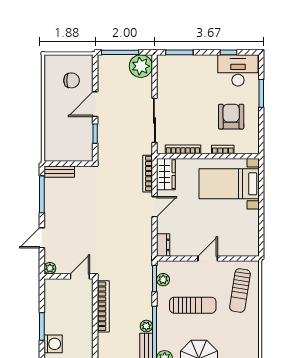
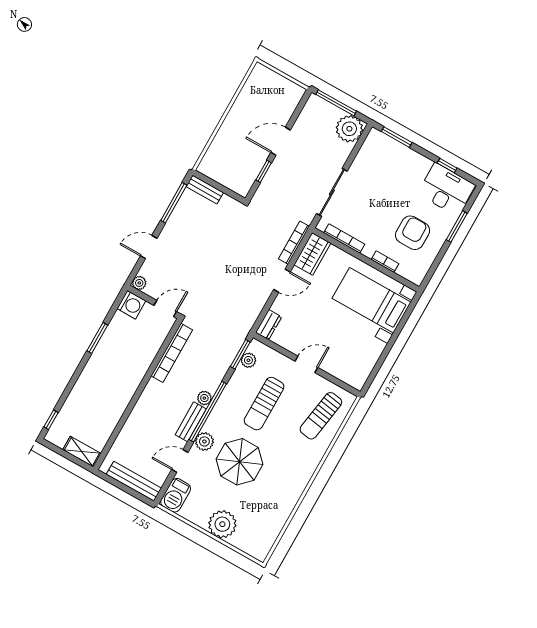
chair: (71, 80) -> (270, 103), removed
sun lounger: (193, 305) -> (264, 404), turned 90
washing machine: (53, 344) -> (131, 305), moved

